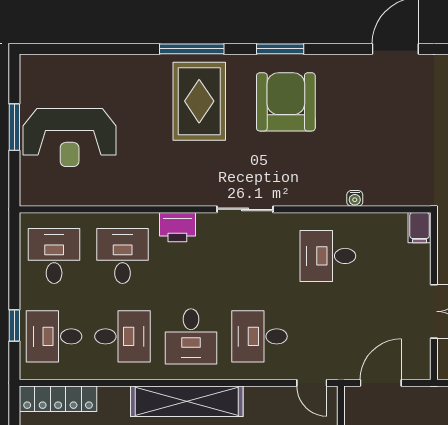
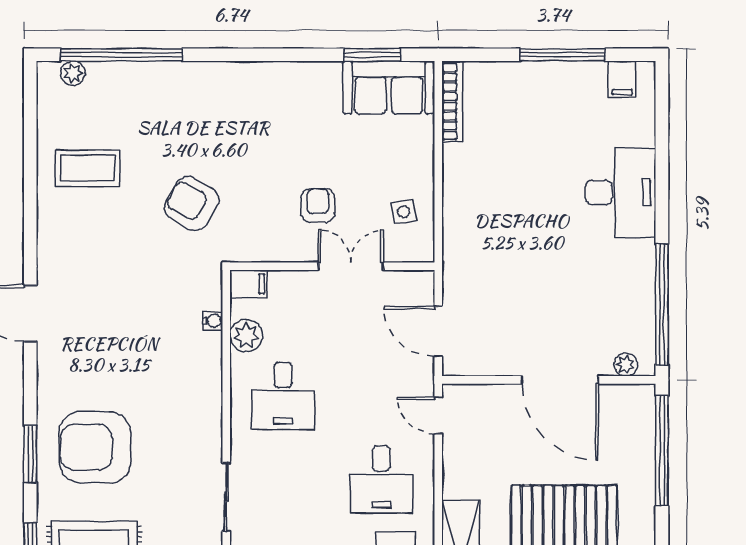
water cooler: (355, 198) -> (213, 321), moved
plant: (377, 226) -> (246, 336), added
door: (312, 383) -> (438, 415), swing flipped

